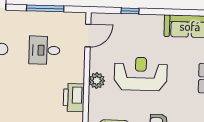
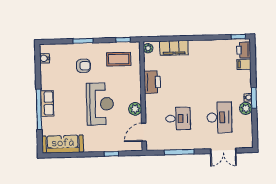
reception desk: (141, 74) -> (100, 104), turned -90
plant: (97, 81) -> (135, 109), moved

